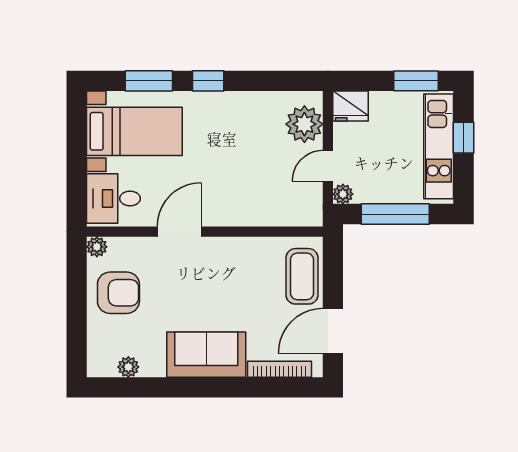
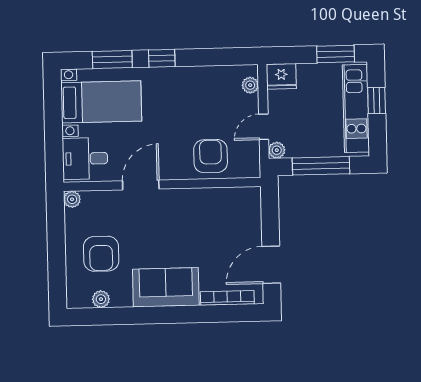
plant: (304, 124) -> (250, 85), width x0.53, depth x0.53
armchair: (264, 199) -> (211, 156), added
coffee table: (302, 276) -> (244, 220), removed
armchair: (118, 293) -> (101, 254), moved, turned 90

